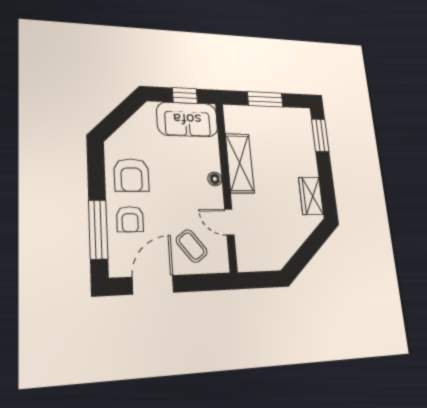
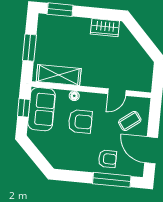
shelving: (240, 163) -> (59, 75), moved
armchair: (131, 175) -> (80, 122), moved
floor lamp: (215, 179) -> (74, 96), moved

